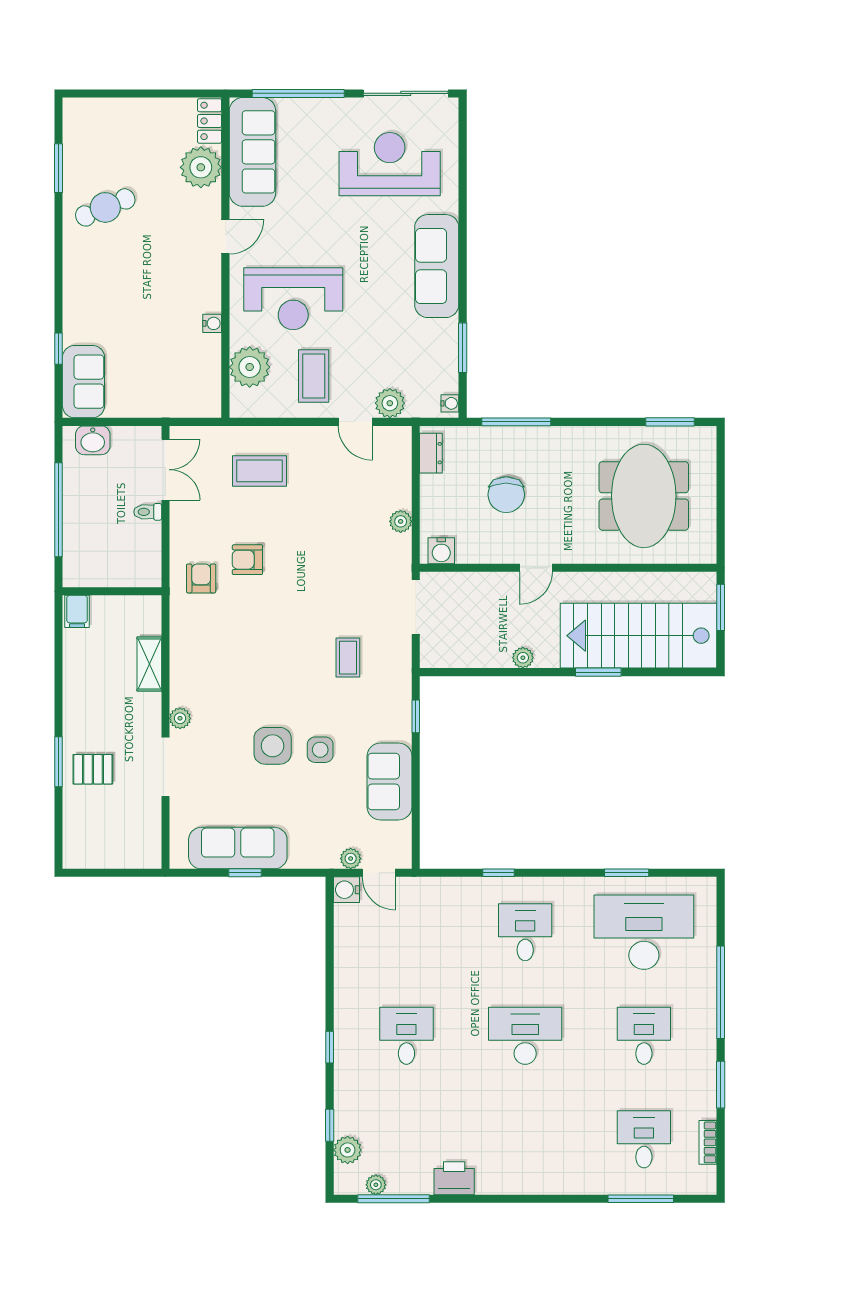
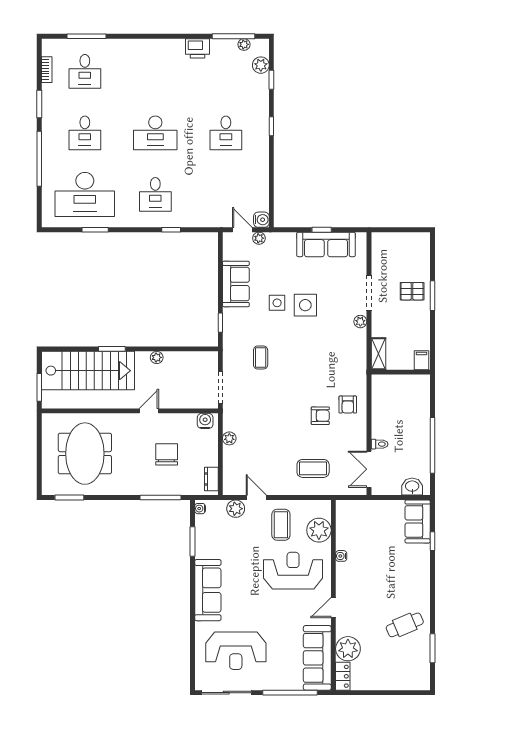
wall: (112, 591) -> (401, 372), moved
filing cabinet: (77, 611) -> (421, 360), moved

